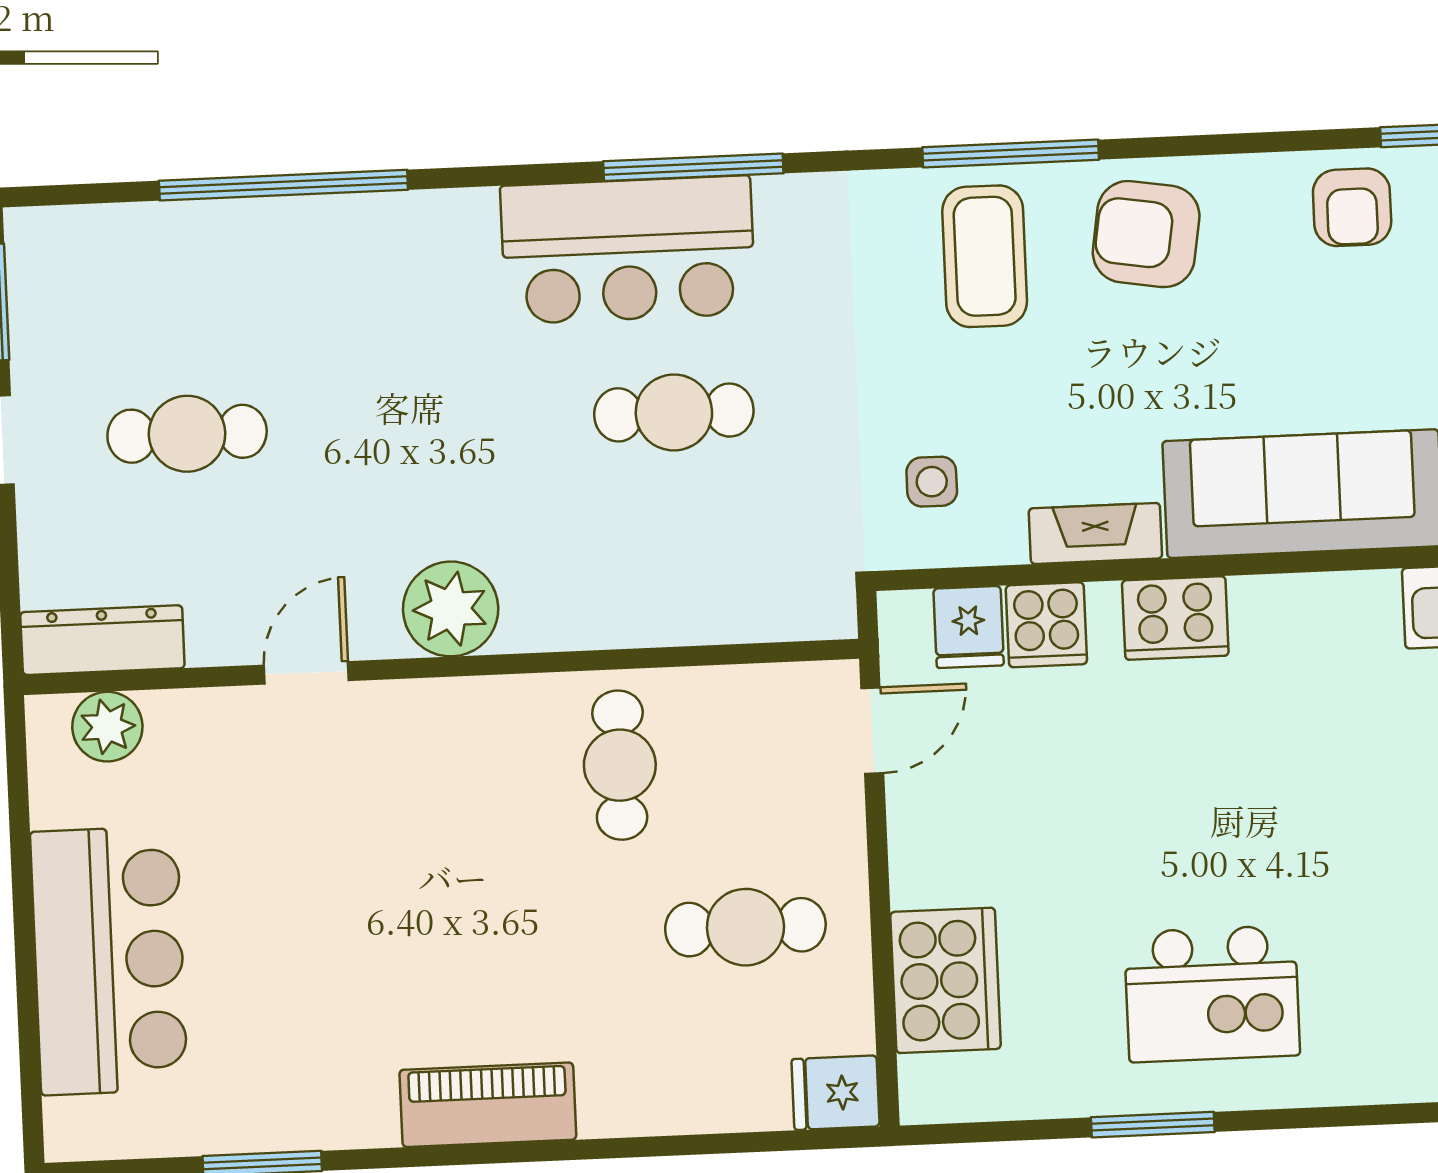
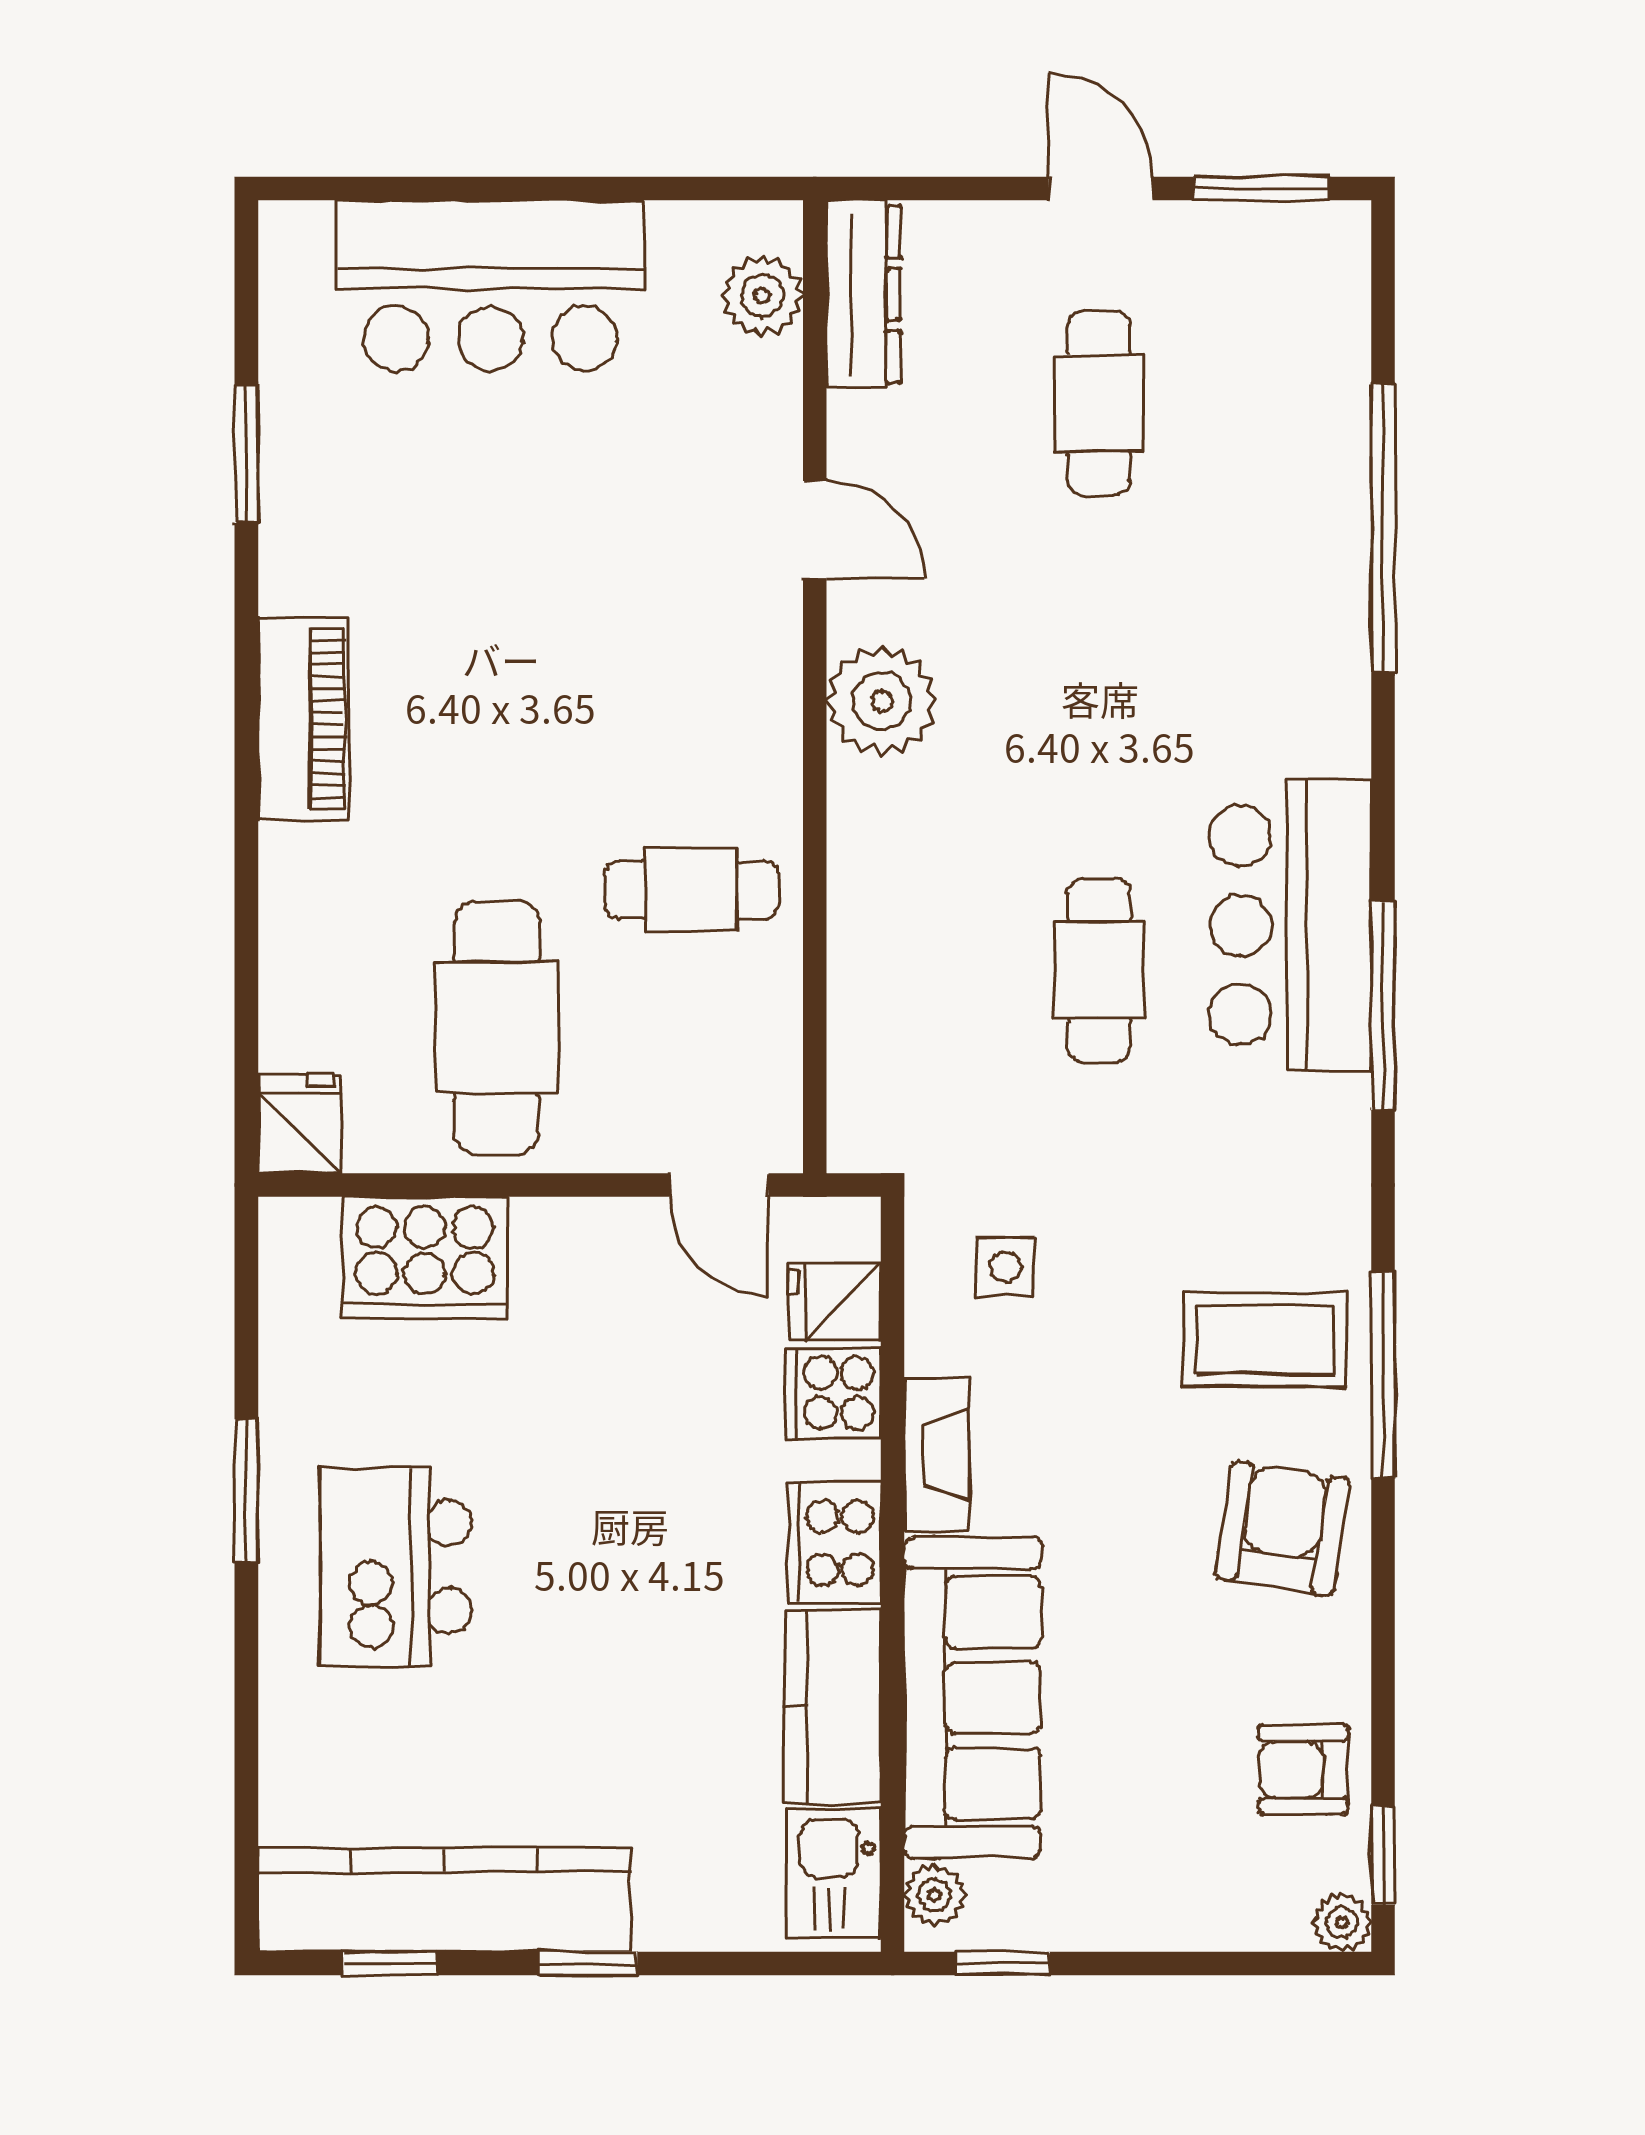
kitchen counter: (1315, 614) -> (833, 1706), added
cafe table: (745, 927) -> (497, 1027), width x1.37, depth x1.35

